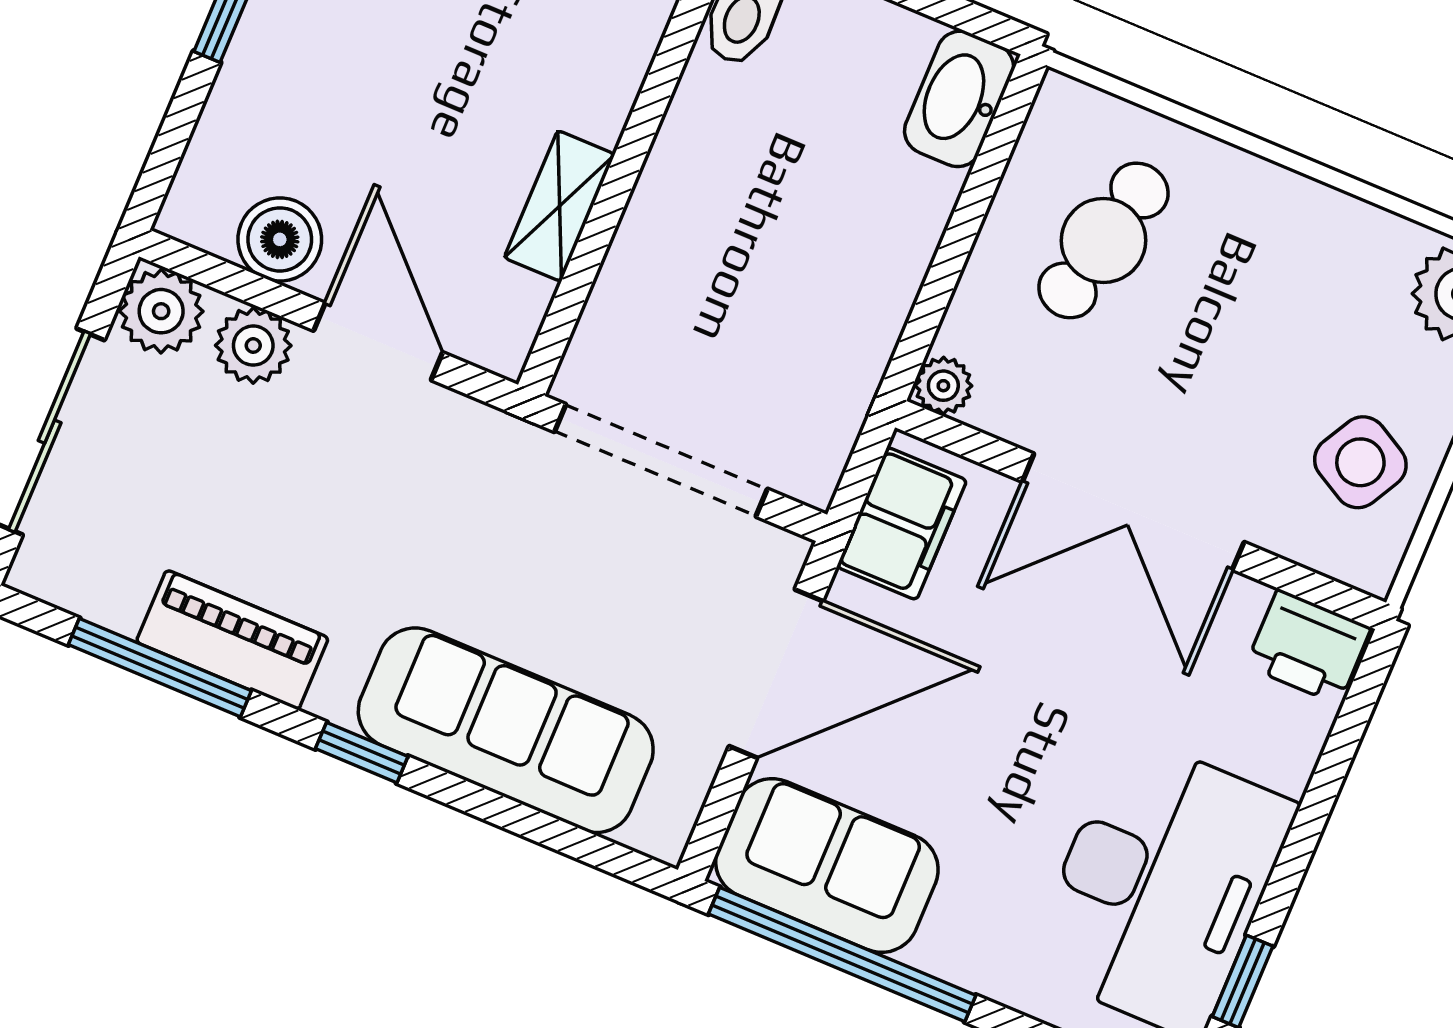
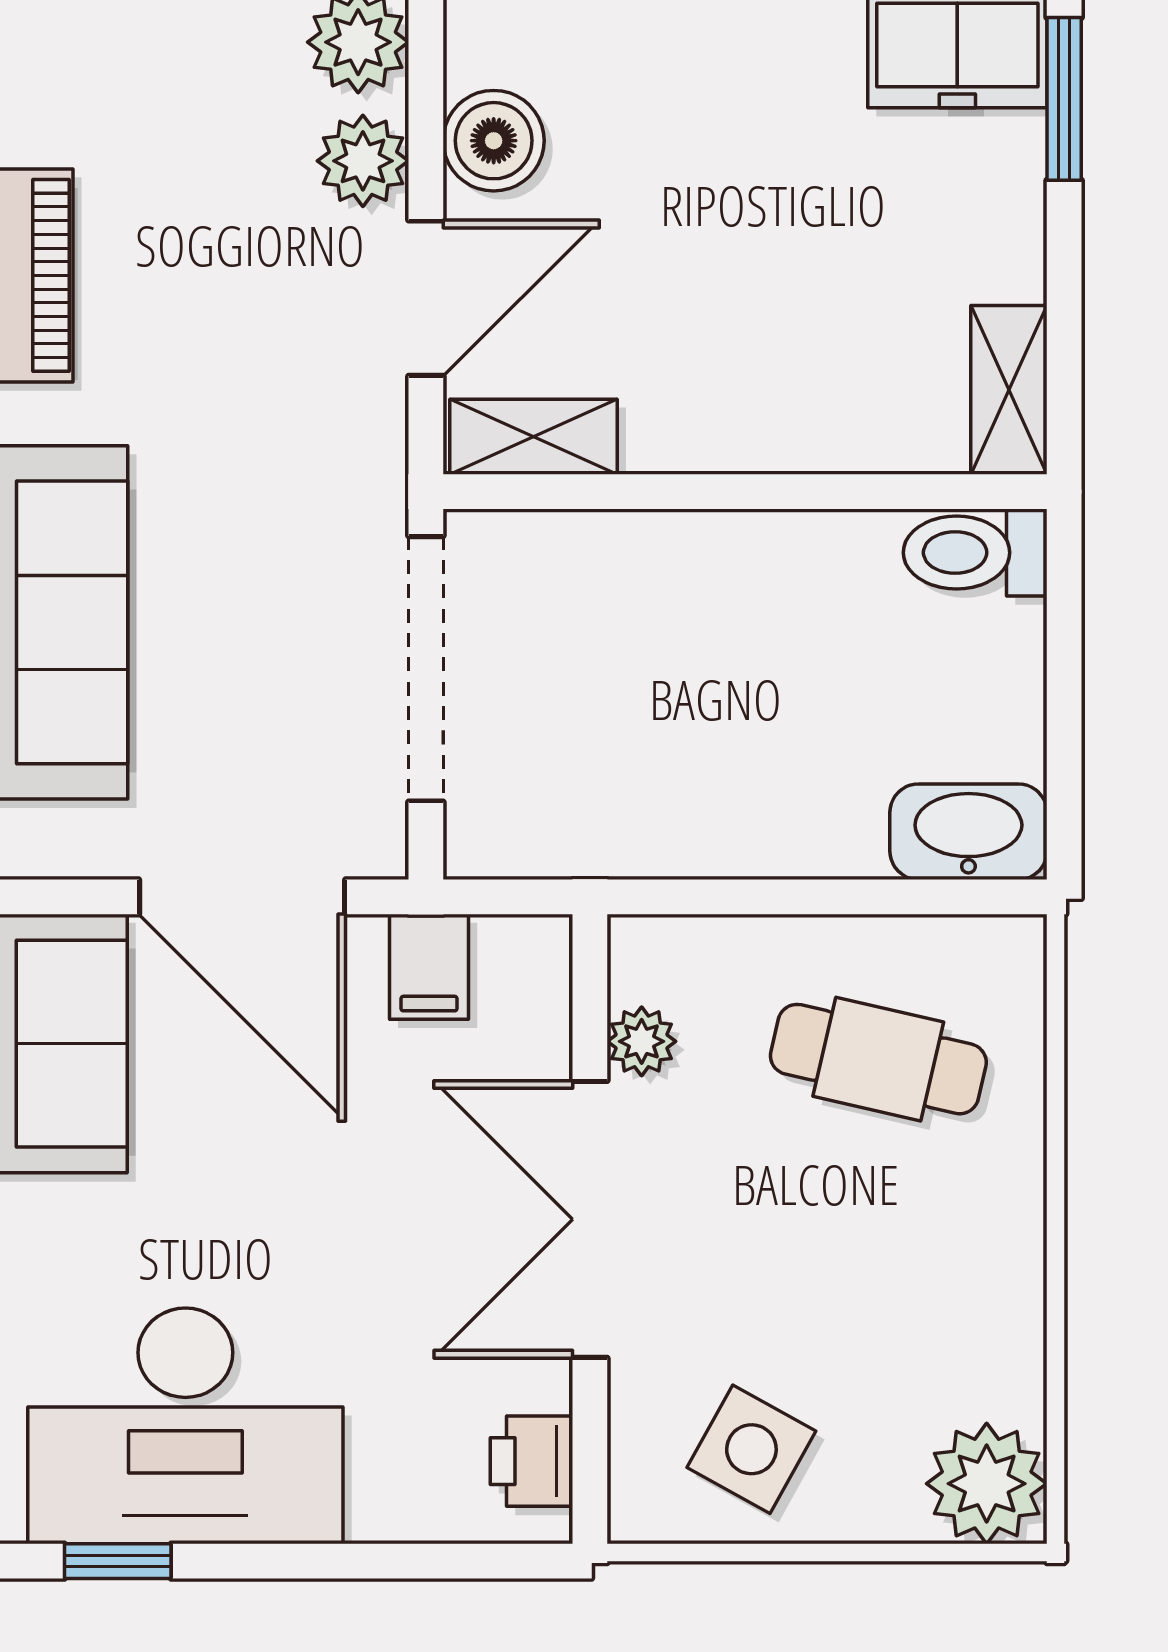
shelving: (559, 206) -> (533, 437), moved
plant: (943, 386) -> (642, 1041), moved
filing cabinet: (902, 523) -> (429, 967), width x0.50
printer: (1308, 647) -> (531, 1461), width x0.73, depth x0.81

